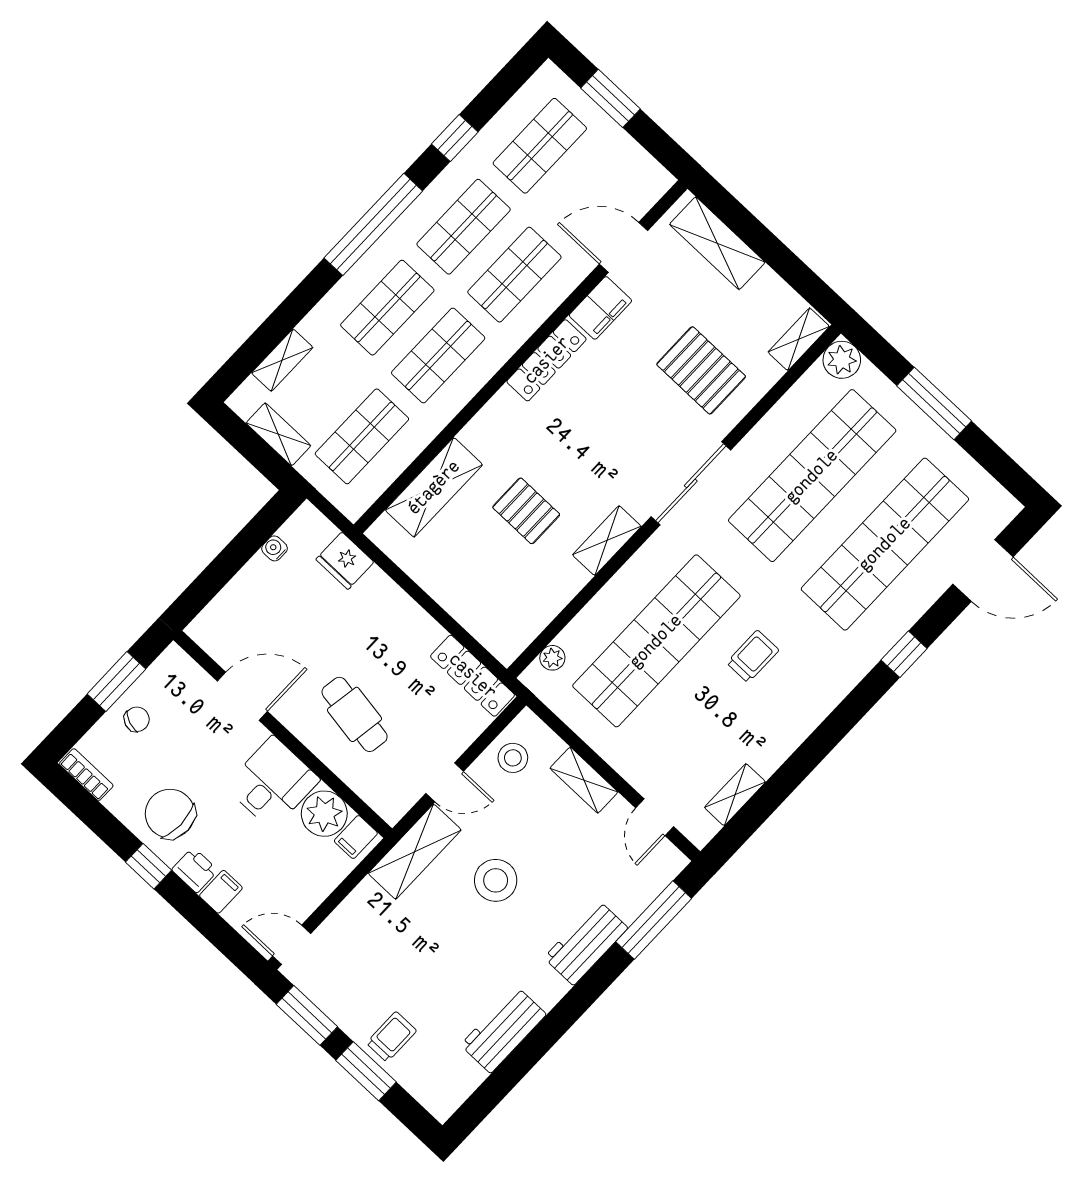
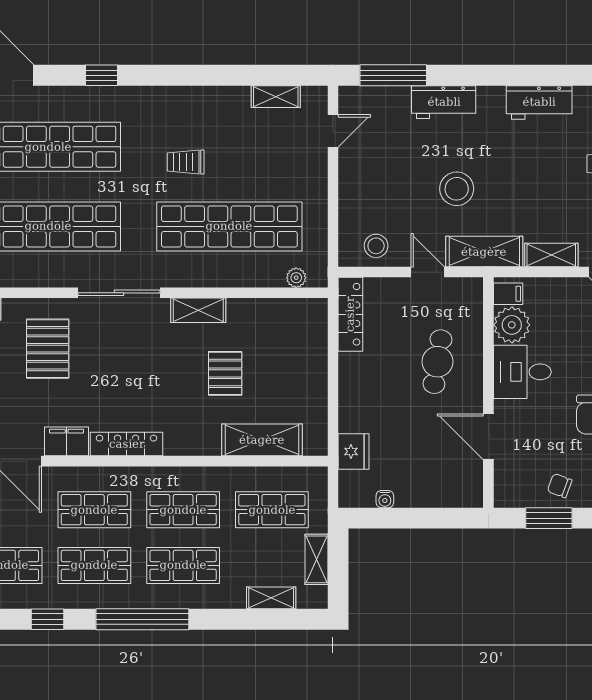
shelving: (584, 780) -> (551, 255), moved, turned 90

